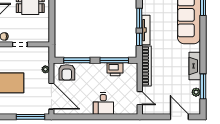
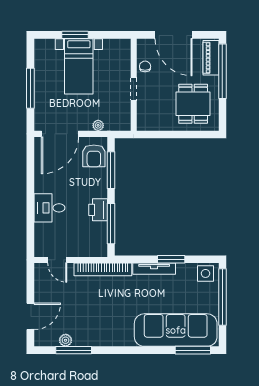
window: (139, 39) -> (141, 259), removed
fireplace: (195, 66) -> (103, 338), removed
printer: (115, 69) -> (98, 210), moved
armchair: (67, 72) -> (94, 156), turned -90
door: (140, 98) -> (57, 260), hinge flipped
window: (31, 117) -> (30, 88), moved

